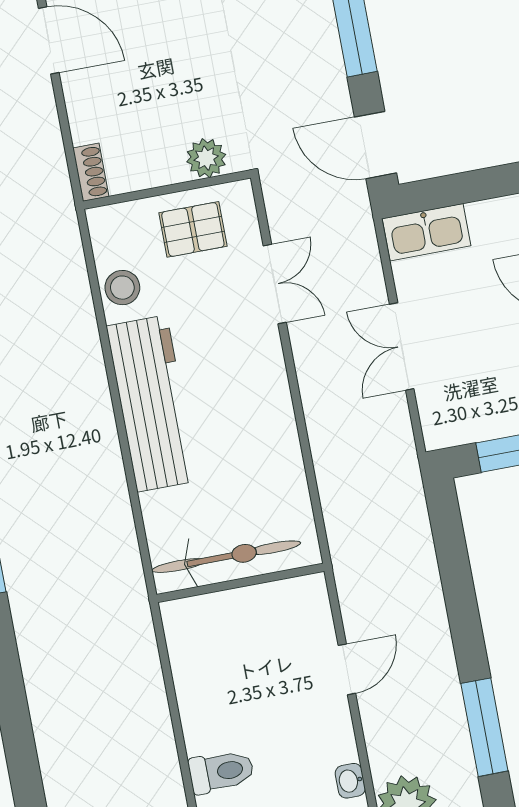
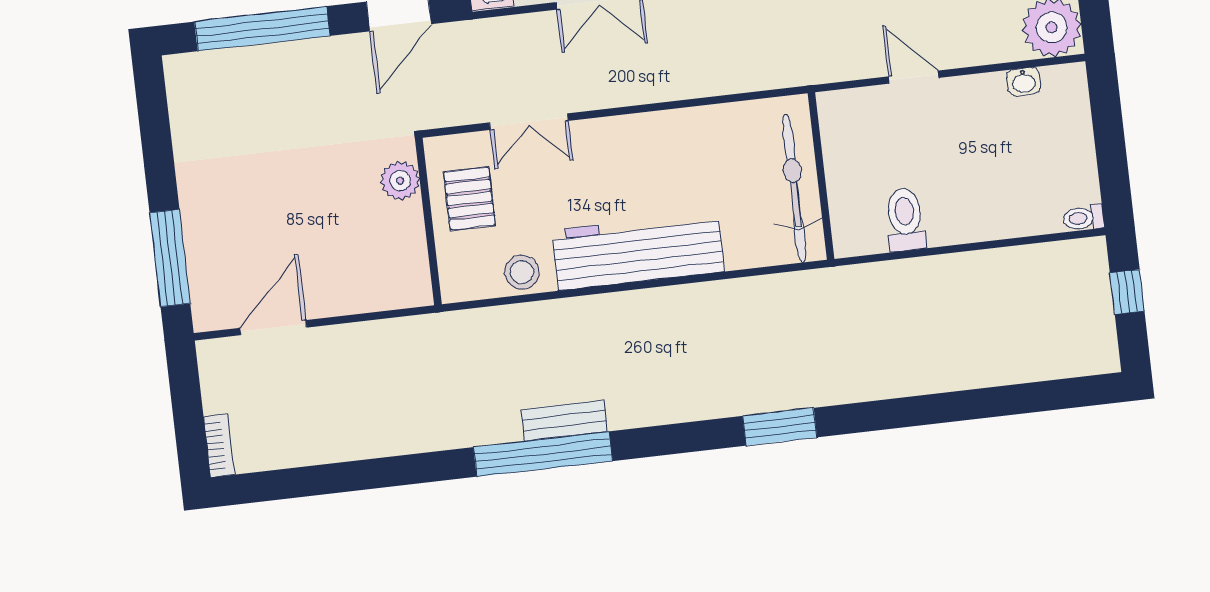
shoe rack: (91, 172) -> (406, 295), removed
double door: (275, 284) -> (529, 122), swing flipped
toilet: (221, 772) -> (905, 220), moved

